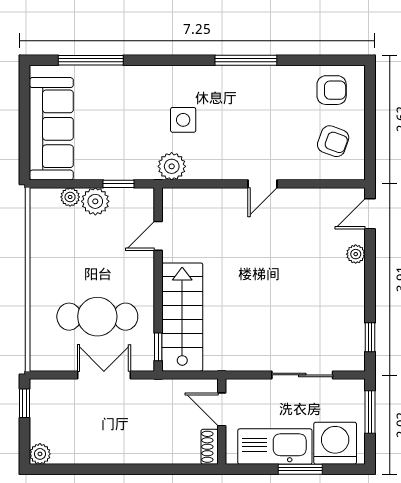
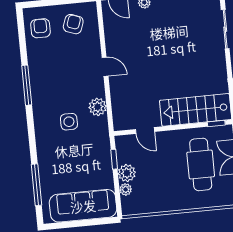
plant: (172, 166) -> (98, 107), moved

